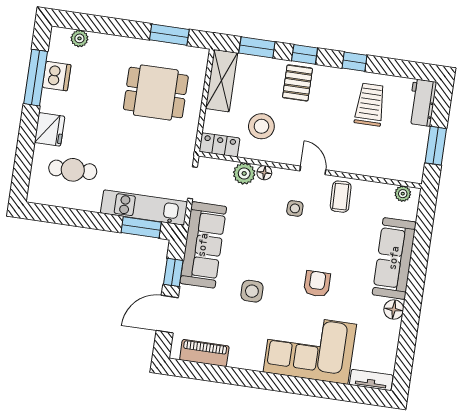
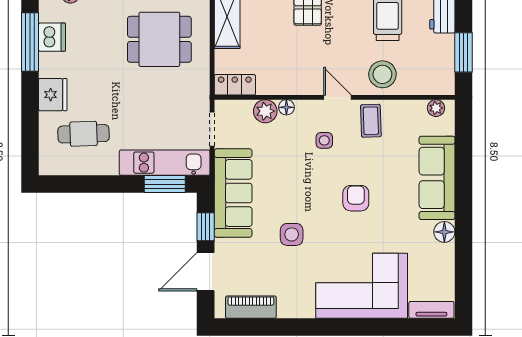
stool: (261, 126) -> (382, 74), moved
armchair: (317, 284) -> (356, 198), moved

